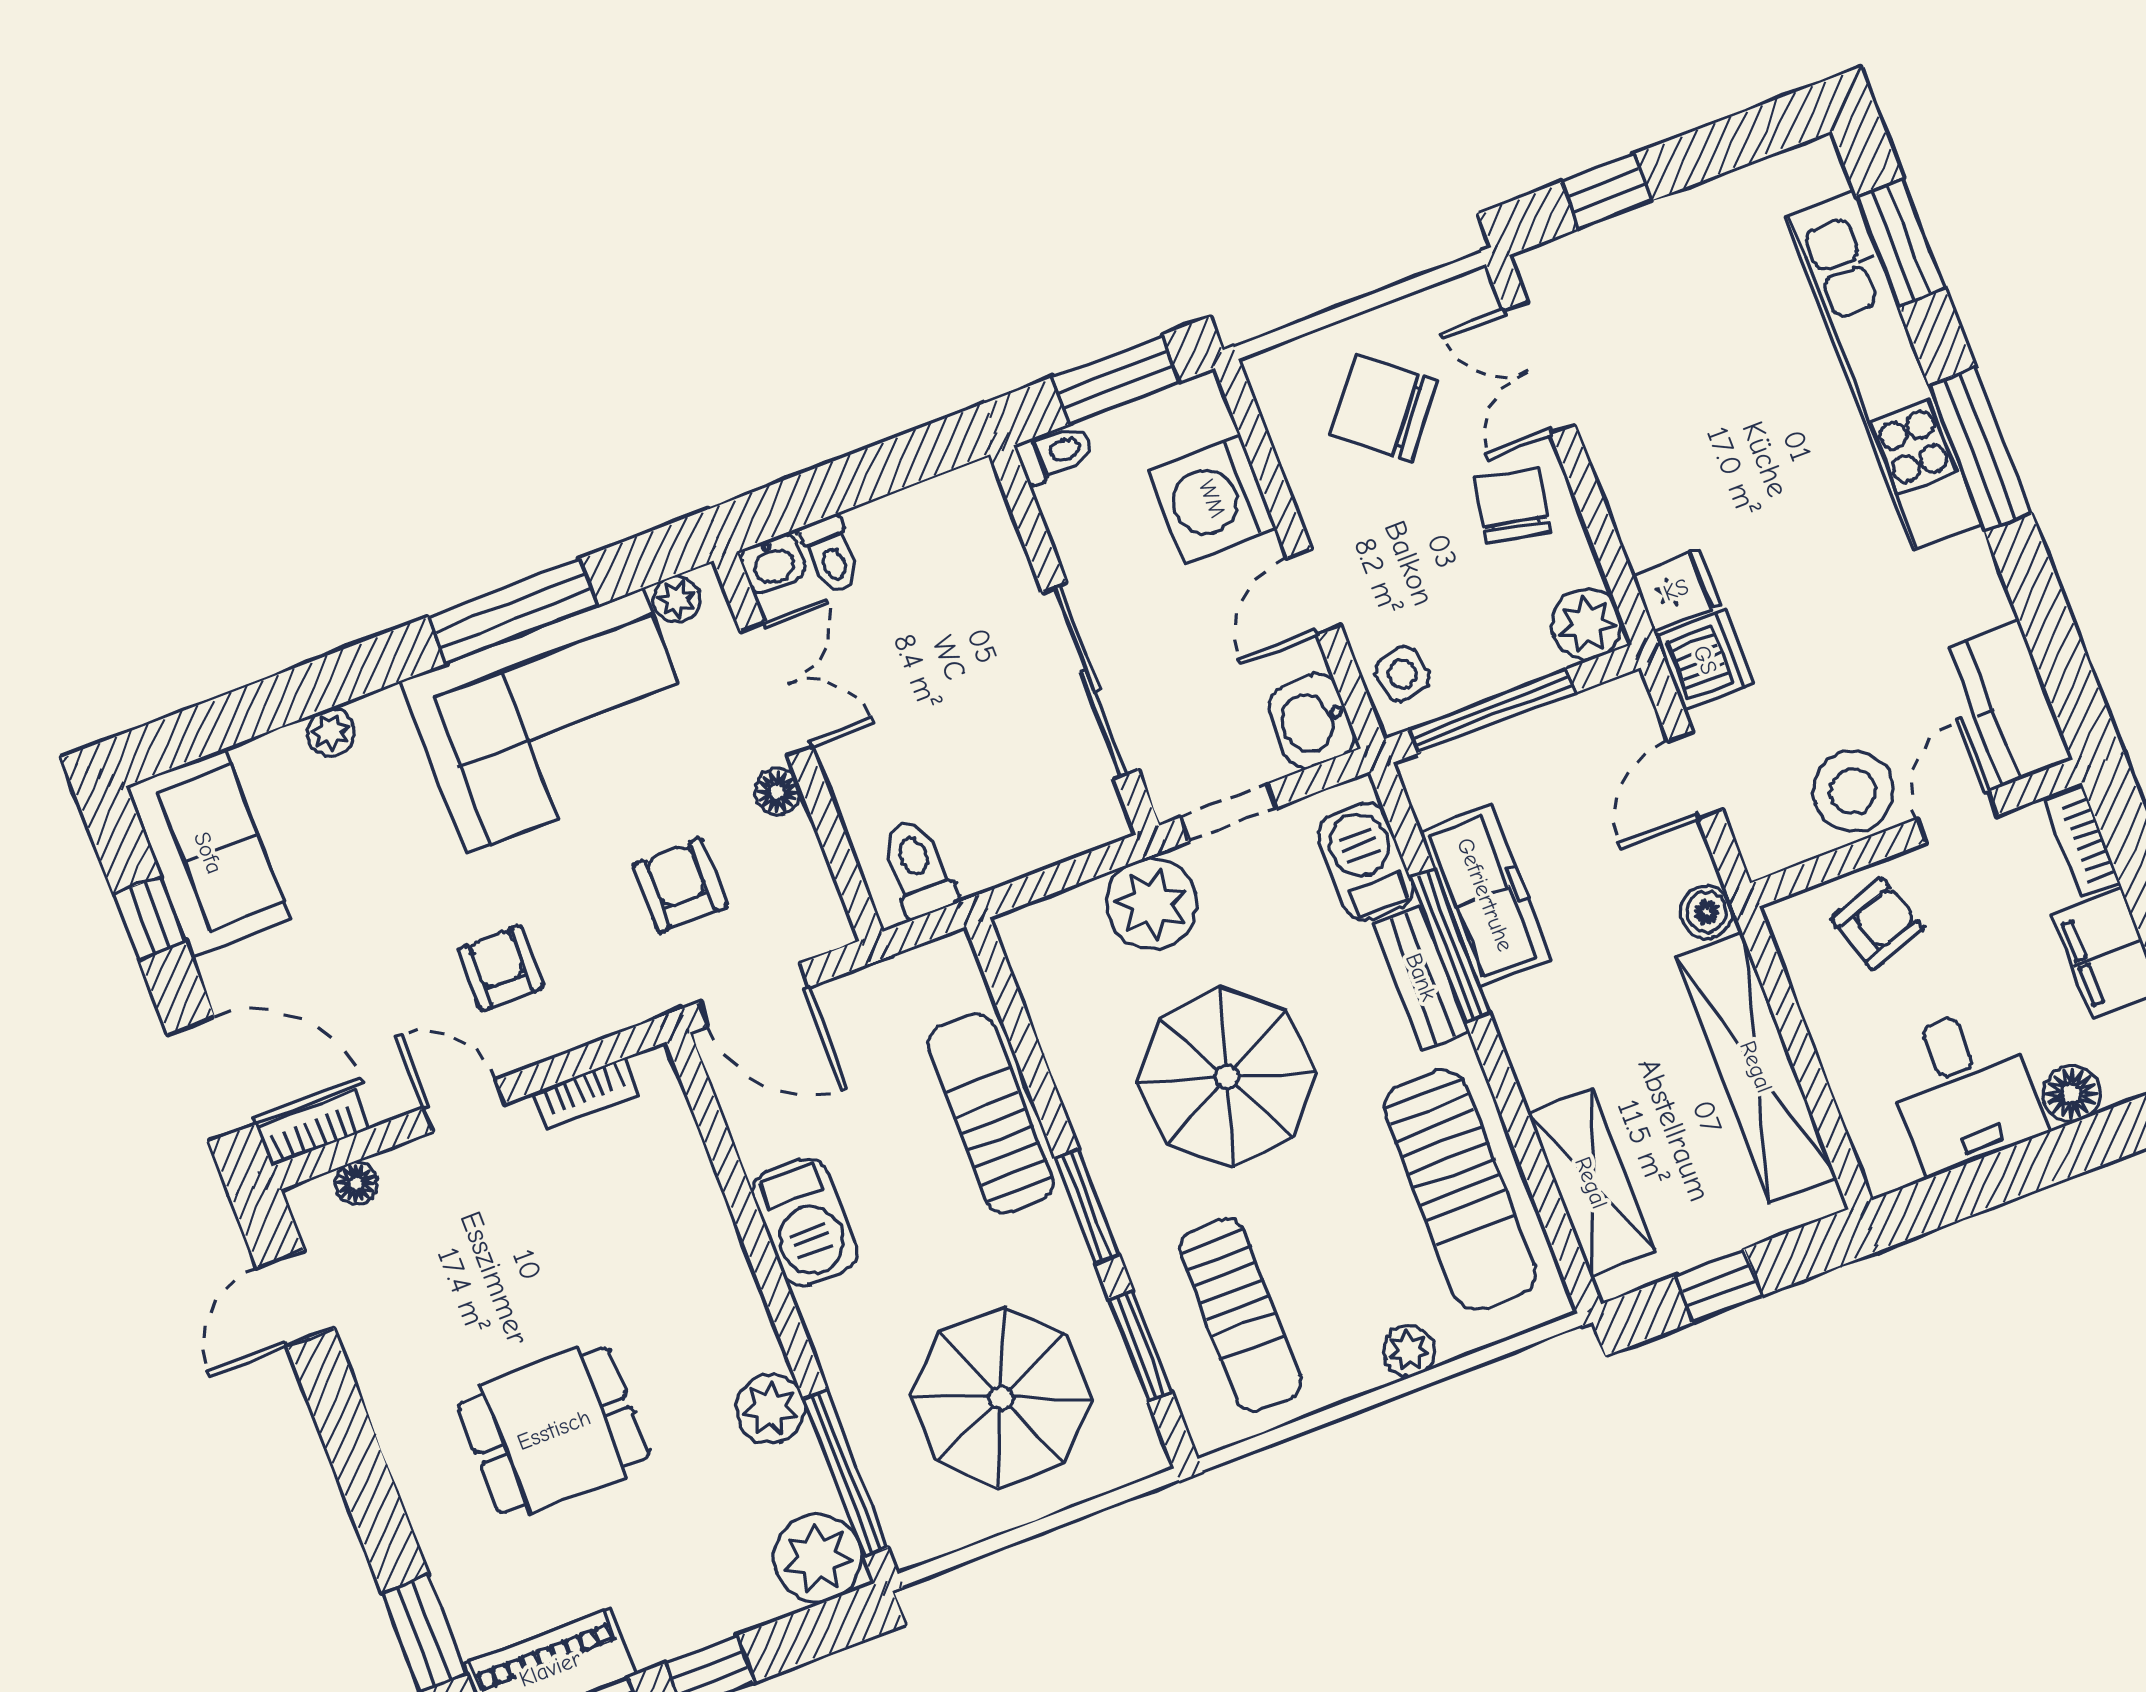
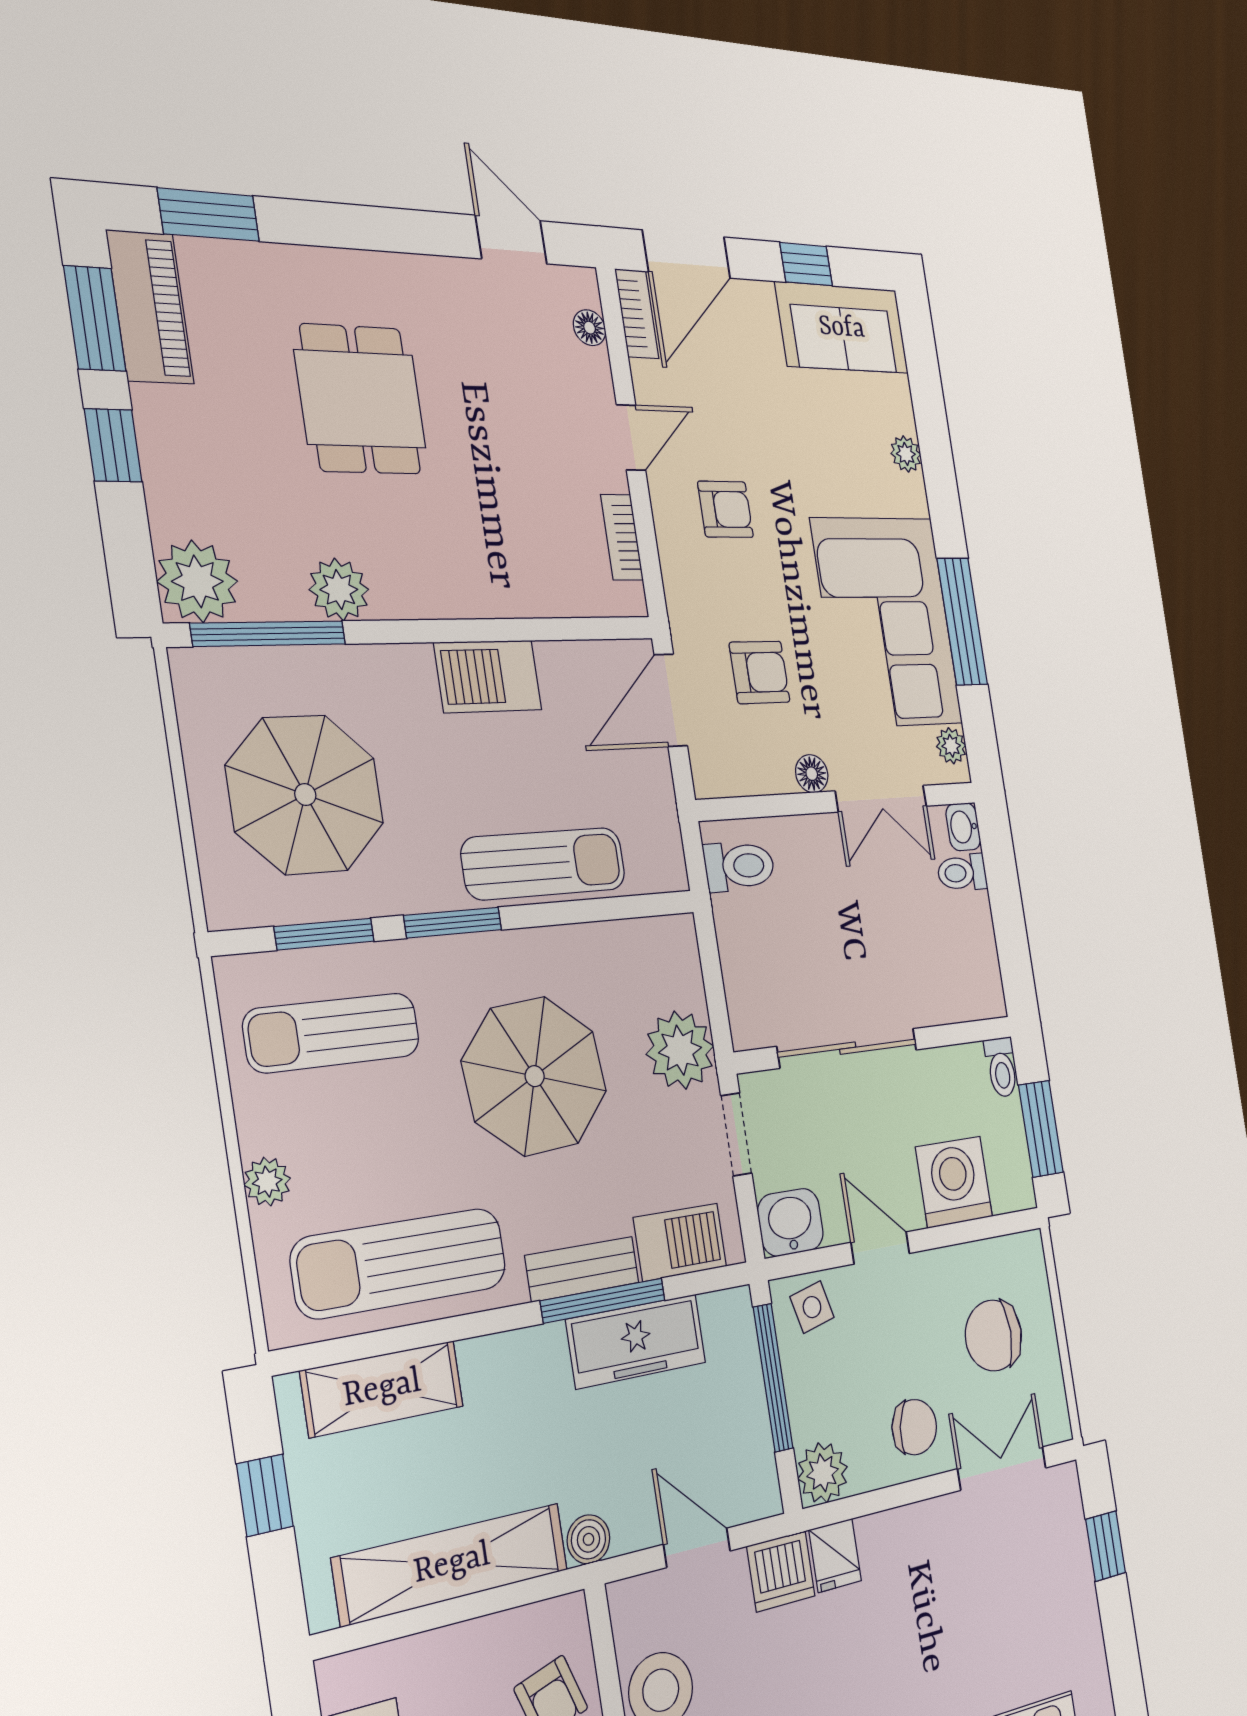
chair: (1383, 408) -> (993, 1335), turned -129

